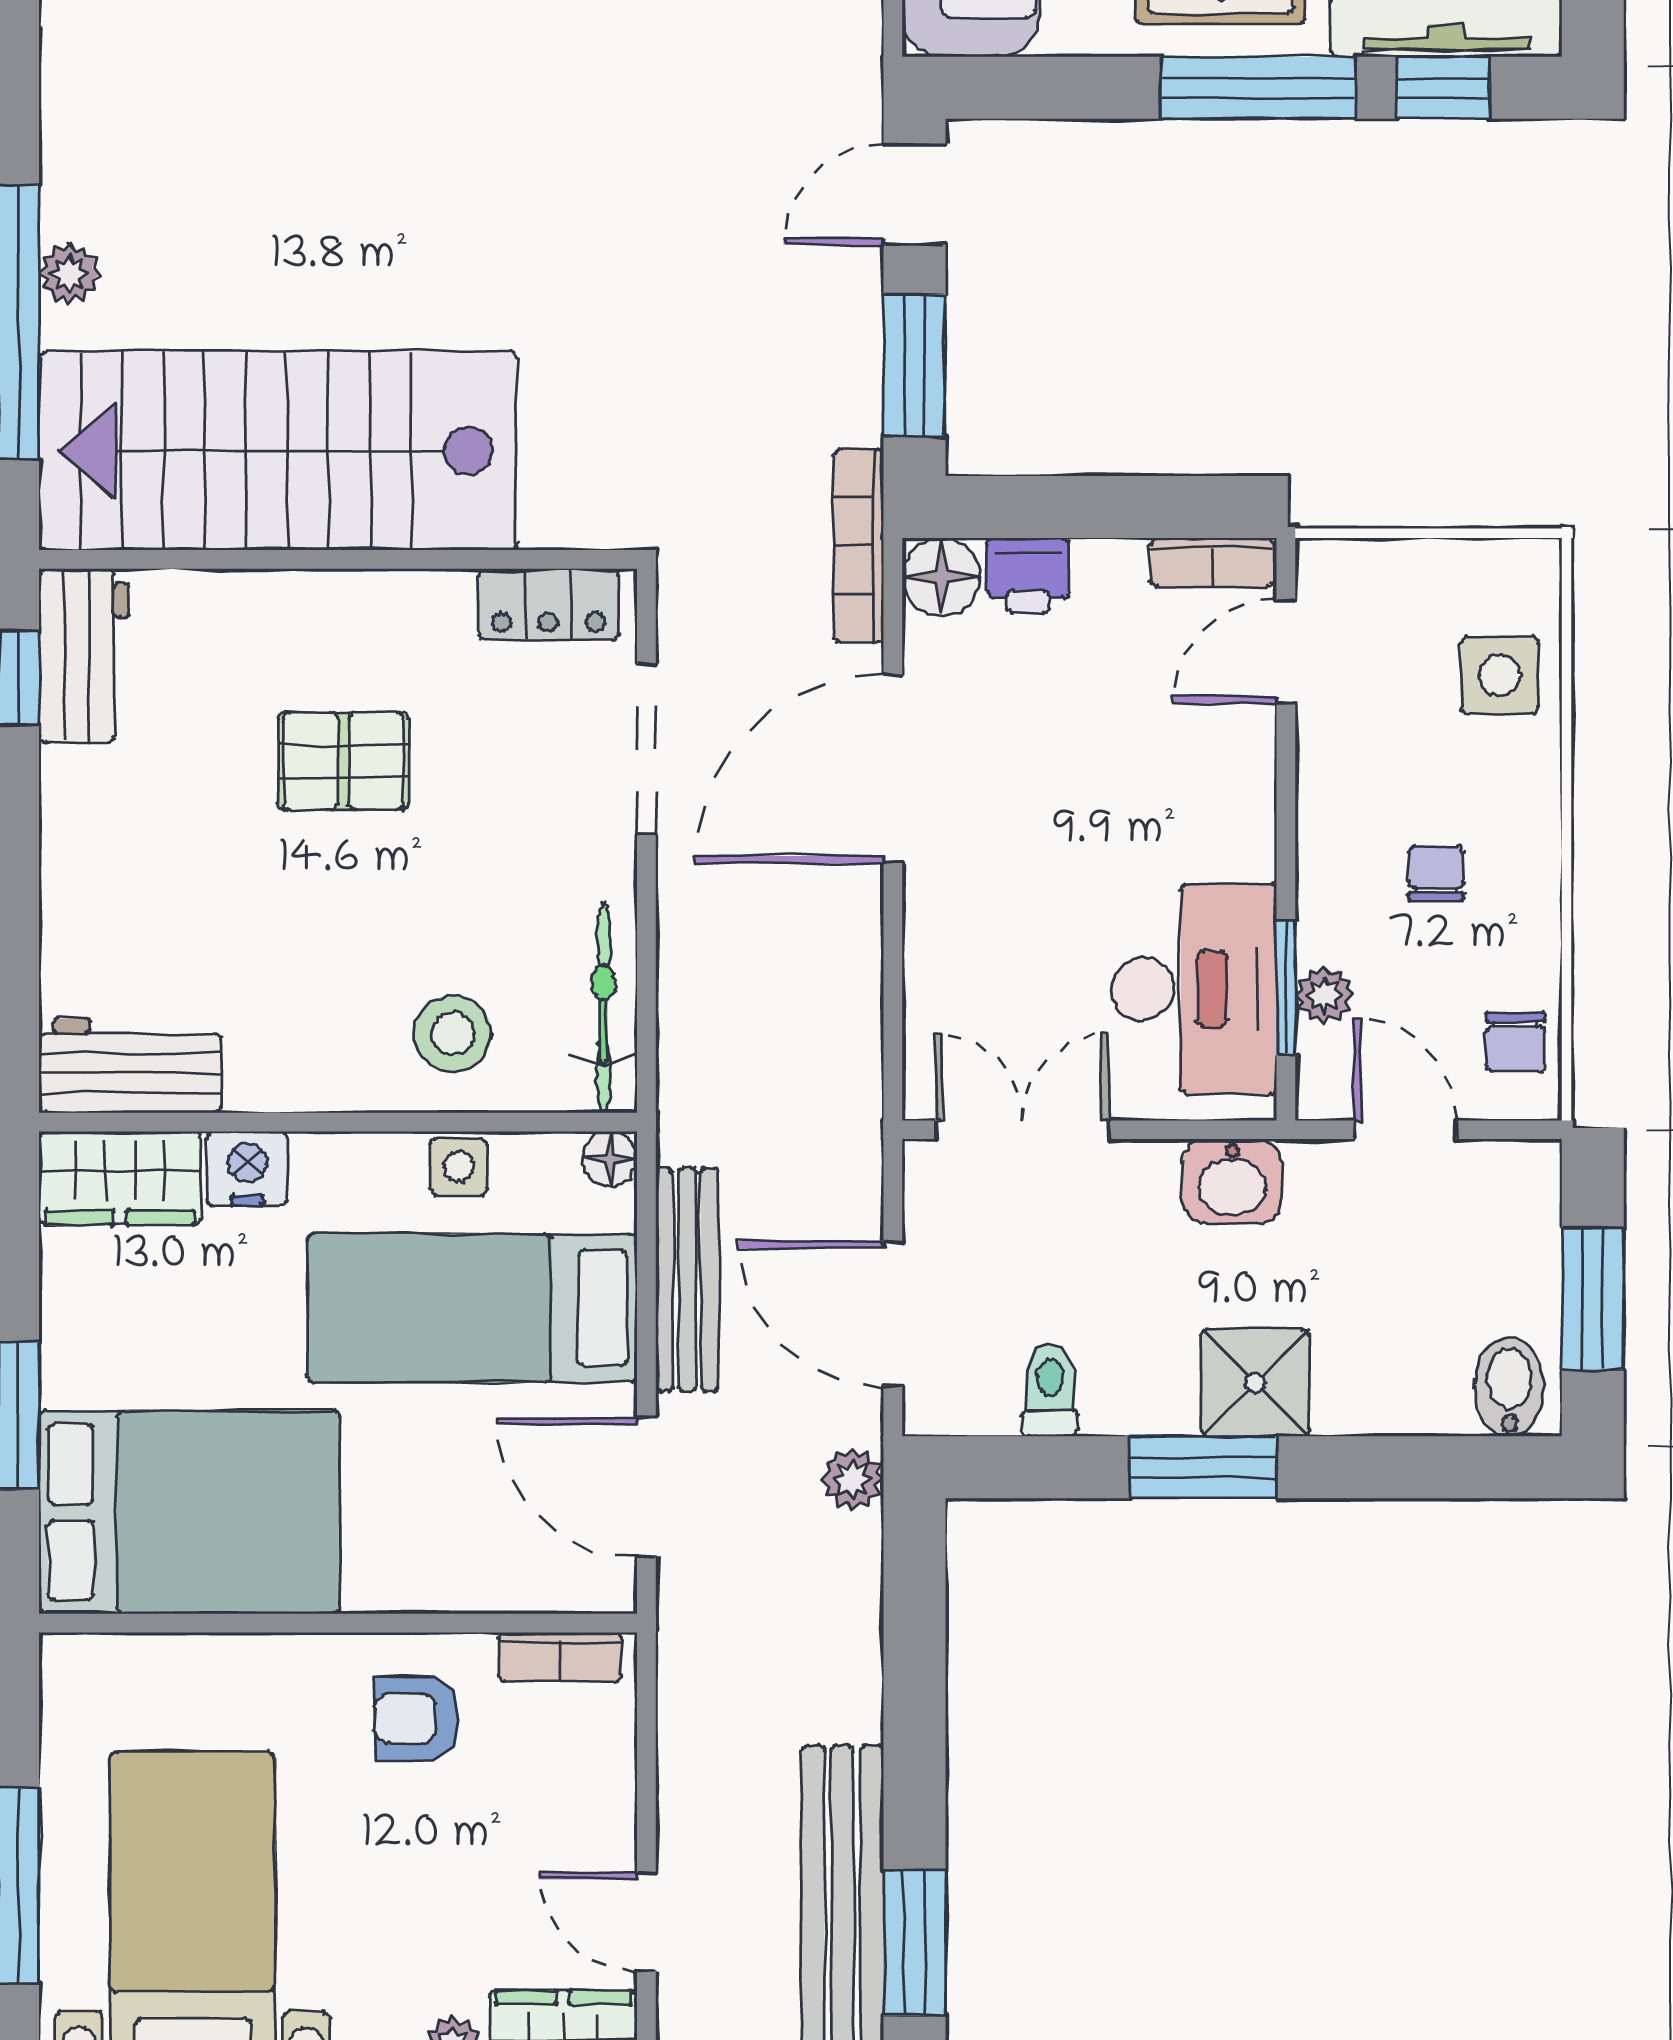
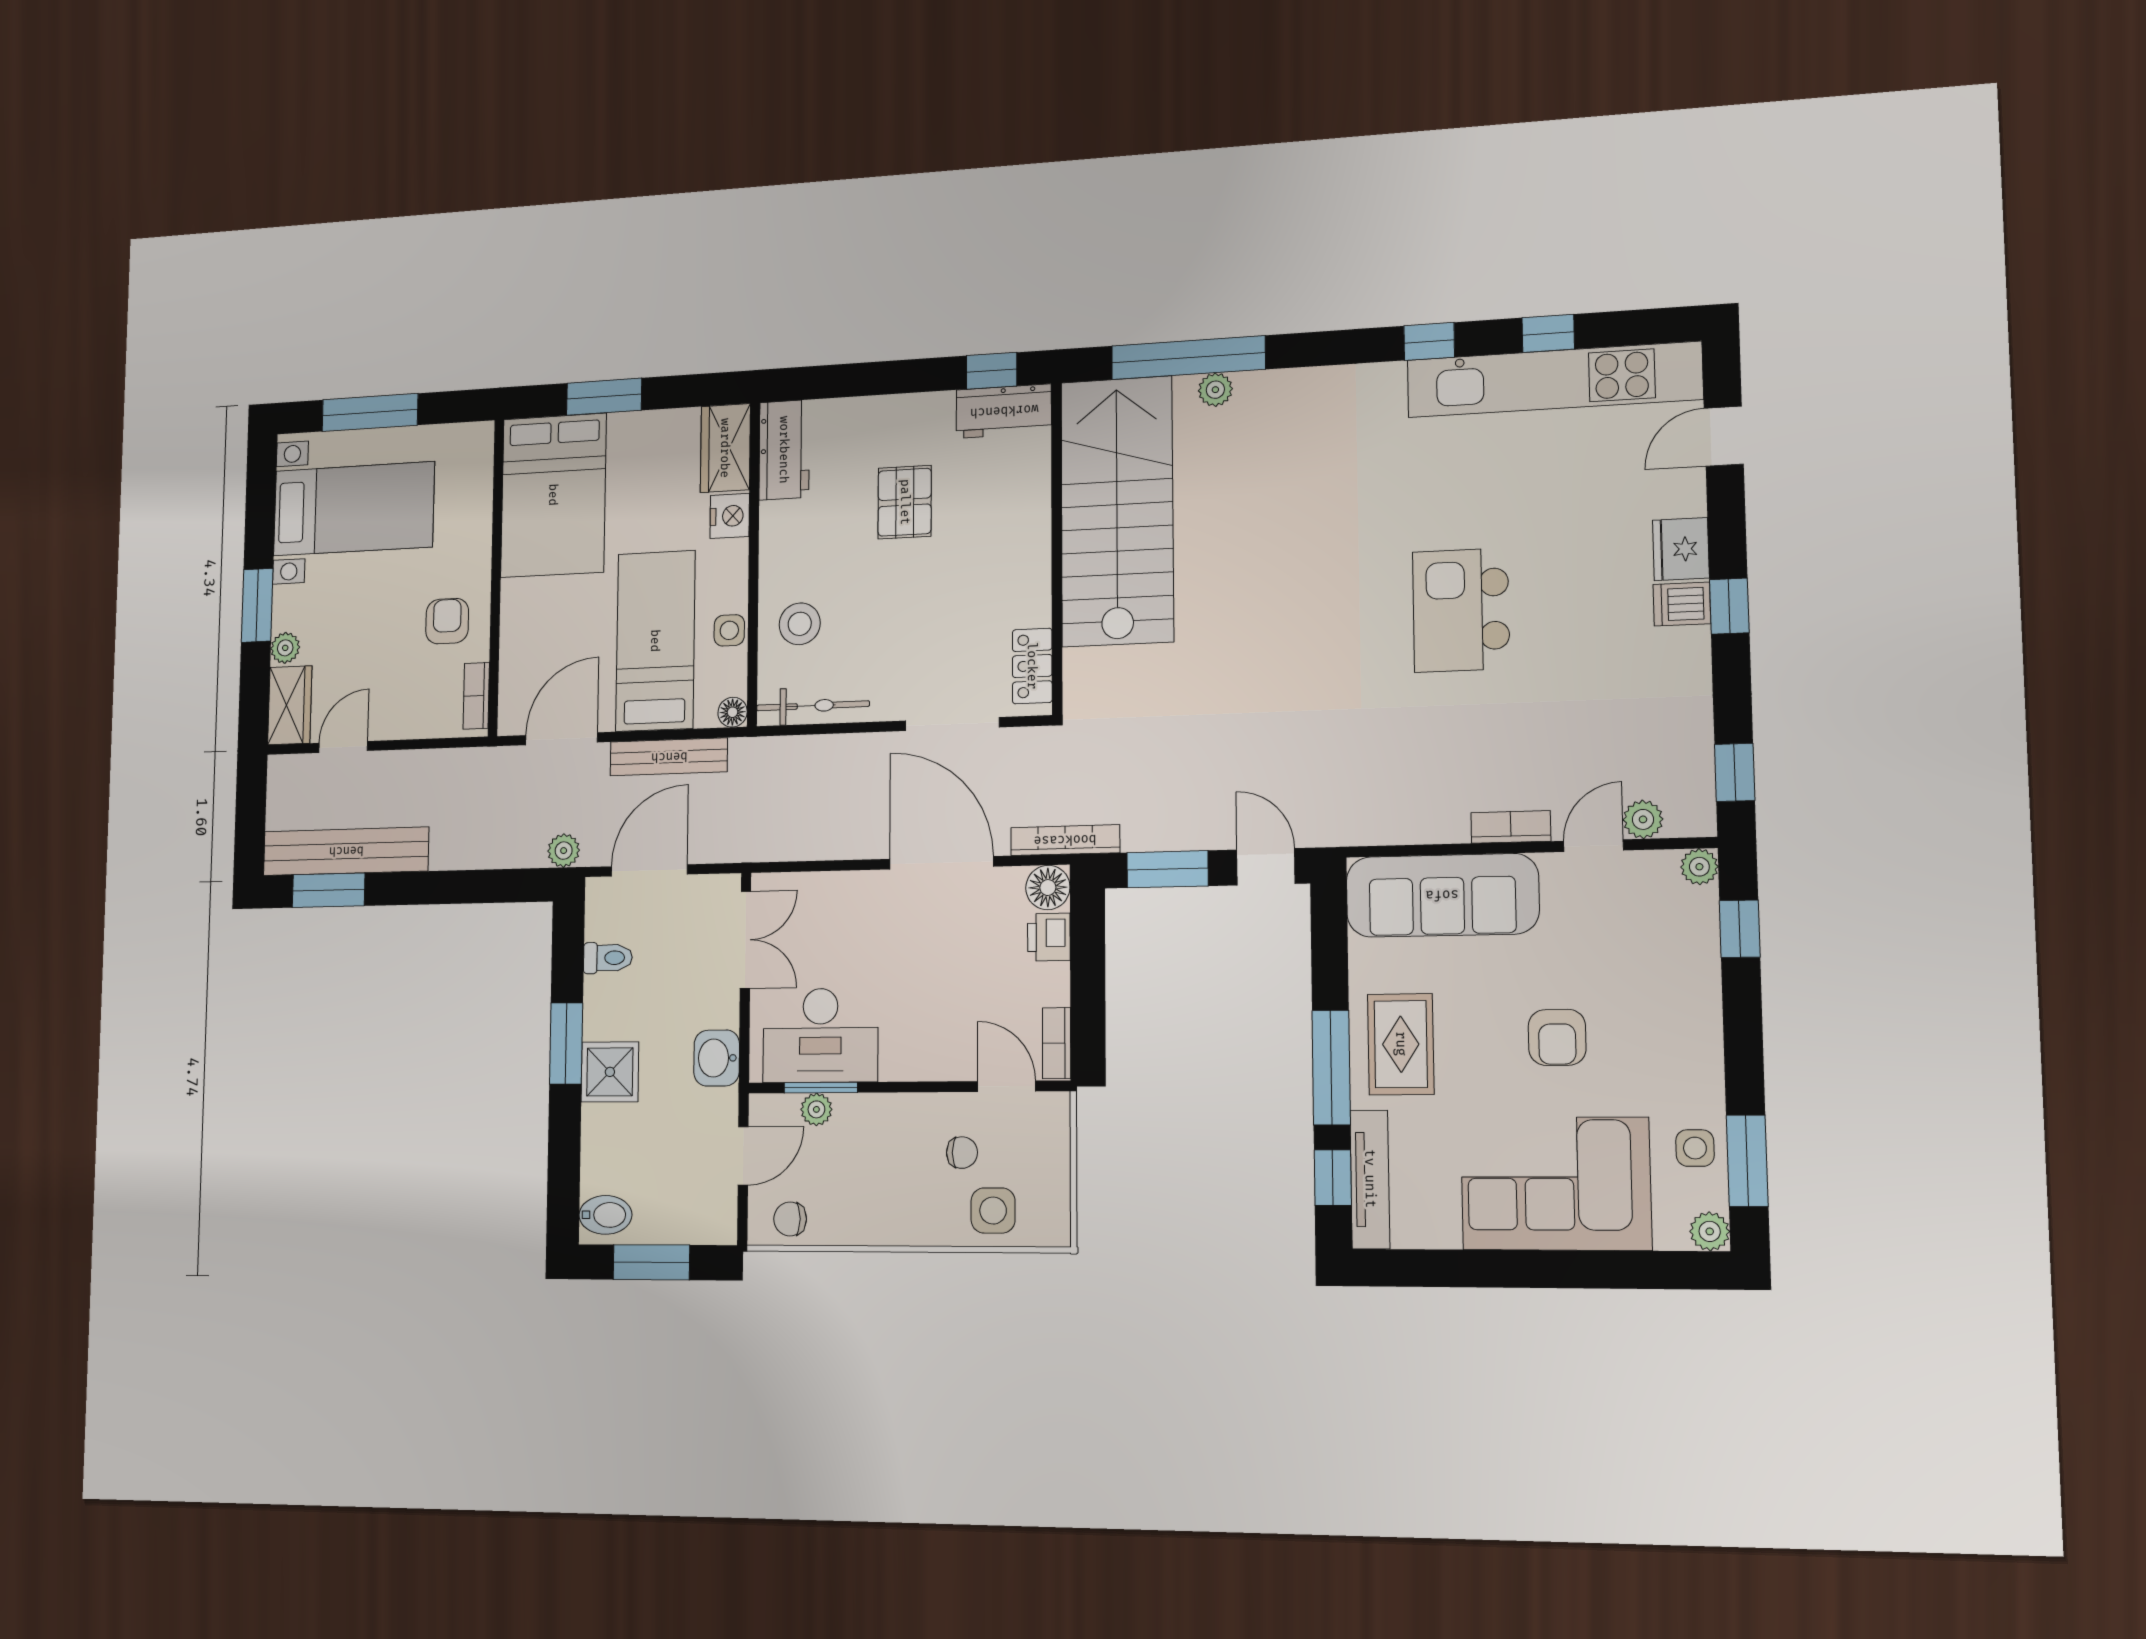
pallet: (343, 761) -> (905, 502), moved
chair: (1436, 874) -> (962, 1153), moved

